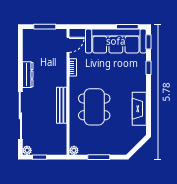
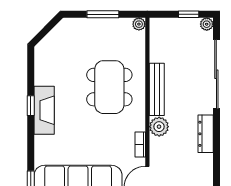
window: (148, 68) -> (31, 106), moved
plant: (60, 80) -> (159, 127), added
fireplace: (139, 109) -> (44, 110), moved

